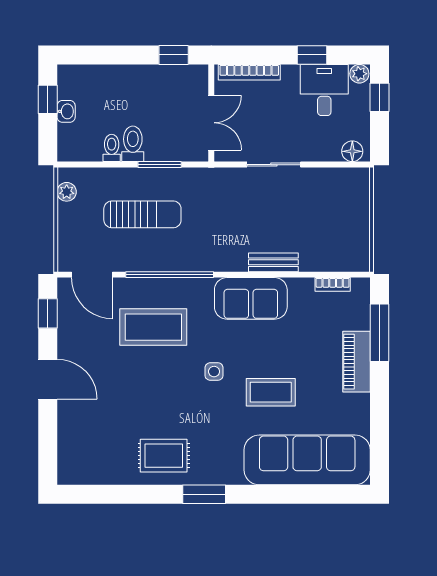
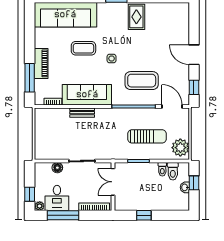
window: (174, 55) -> (144, 215), moved
window: (312, 55) -> (63, 215), width x2.17
window: (48, 99) -> (194, 183), moved
toilet: (133, 144) -> (173, 171), moved
floor lamp: (352, 151) -> (57, 168), moved
plant: (67, 192) -> (180, 148), width x1.88, depth x1.88
sun lounger: (142, 214) -> (147, 136), turned 180
sofa: (251, 298) -> (87, 95), width x1.36
rug: (164, 456) -> (136, 17), turned 90

